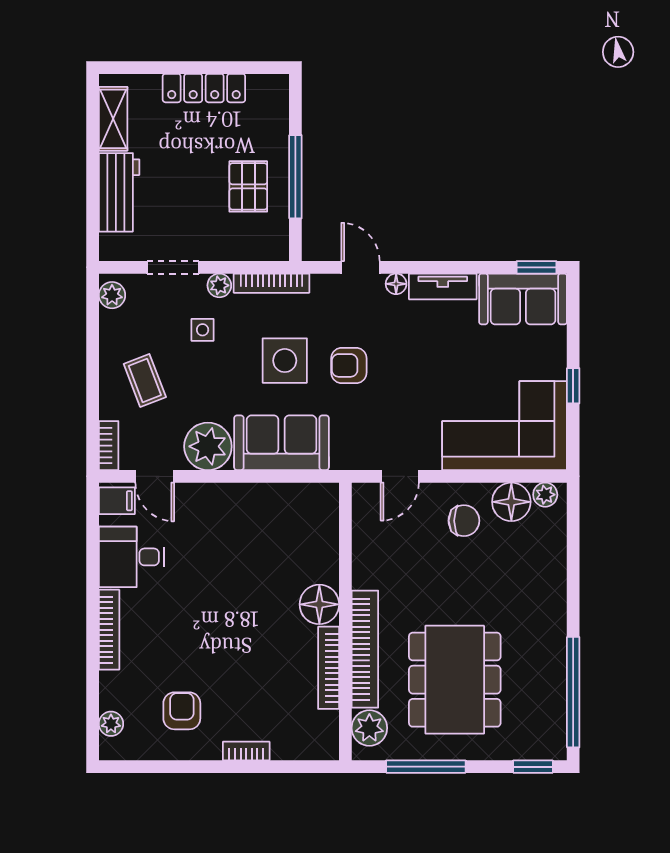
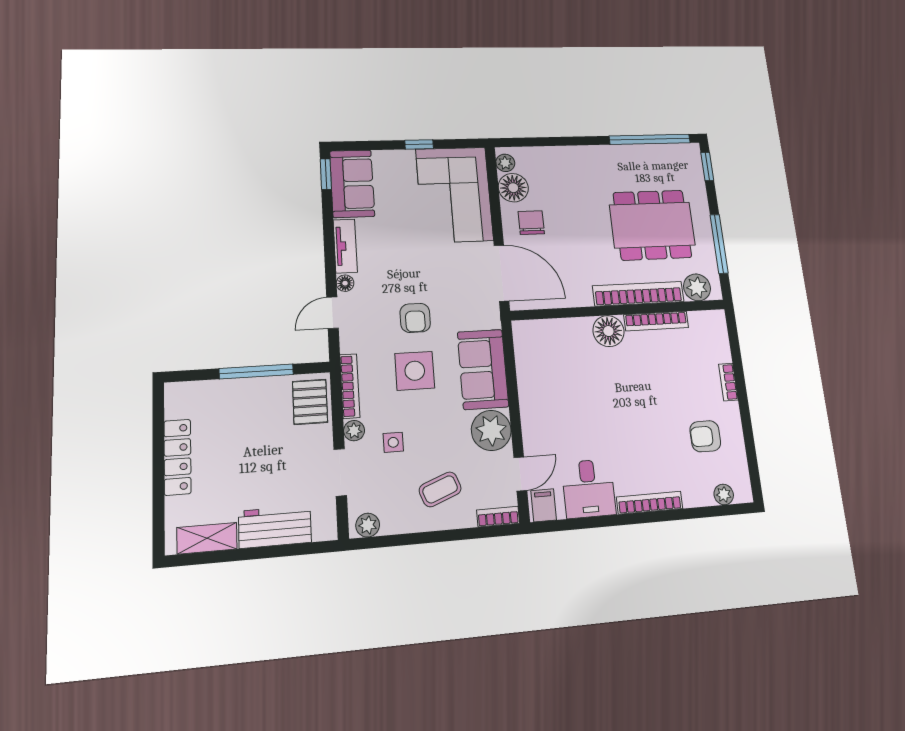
pallet: (248, 186) -> (310, 402), moved, turned 90
door: (400, 476) -> (501, 273), width x1.87

